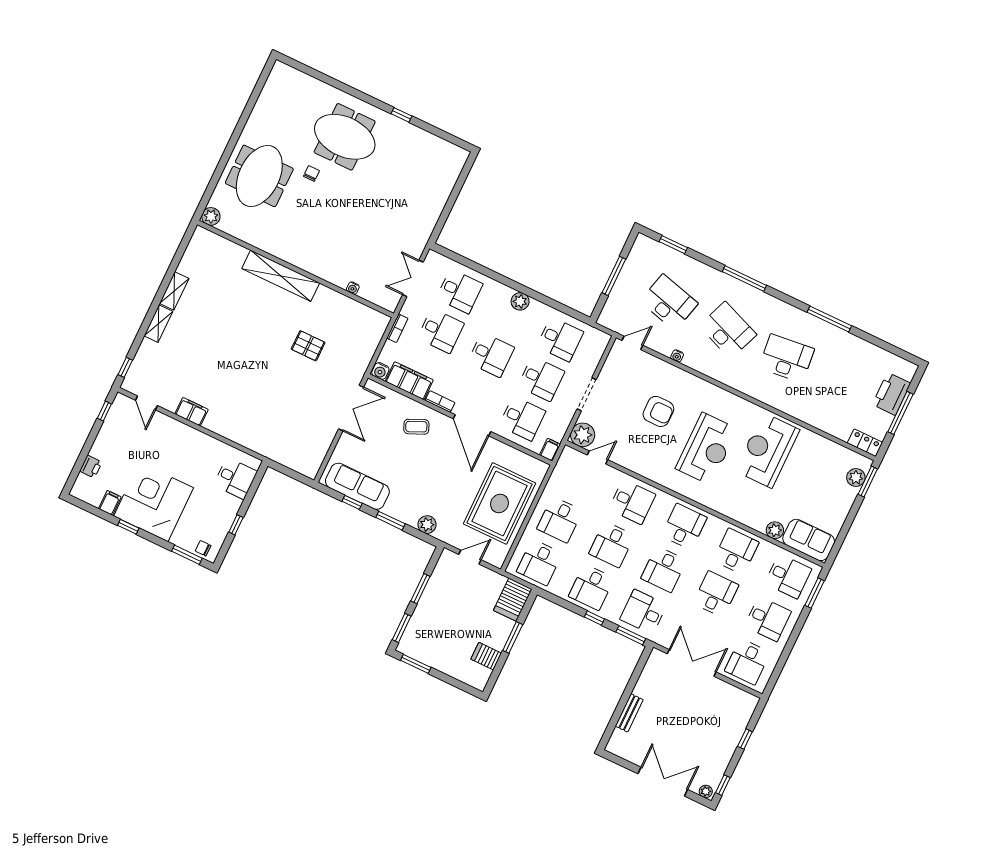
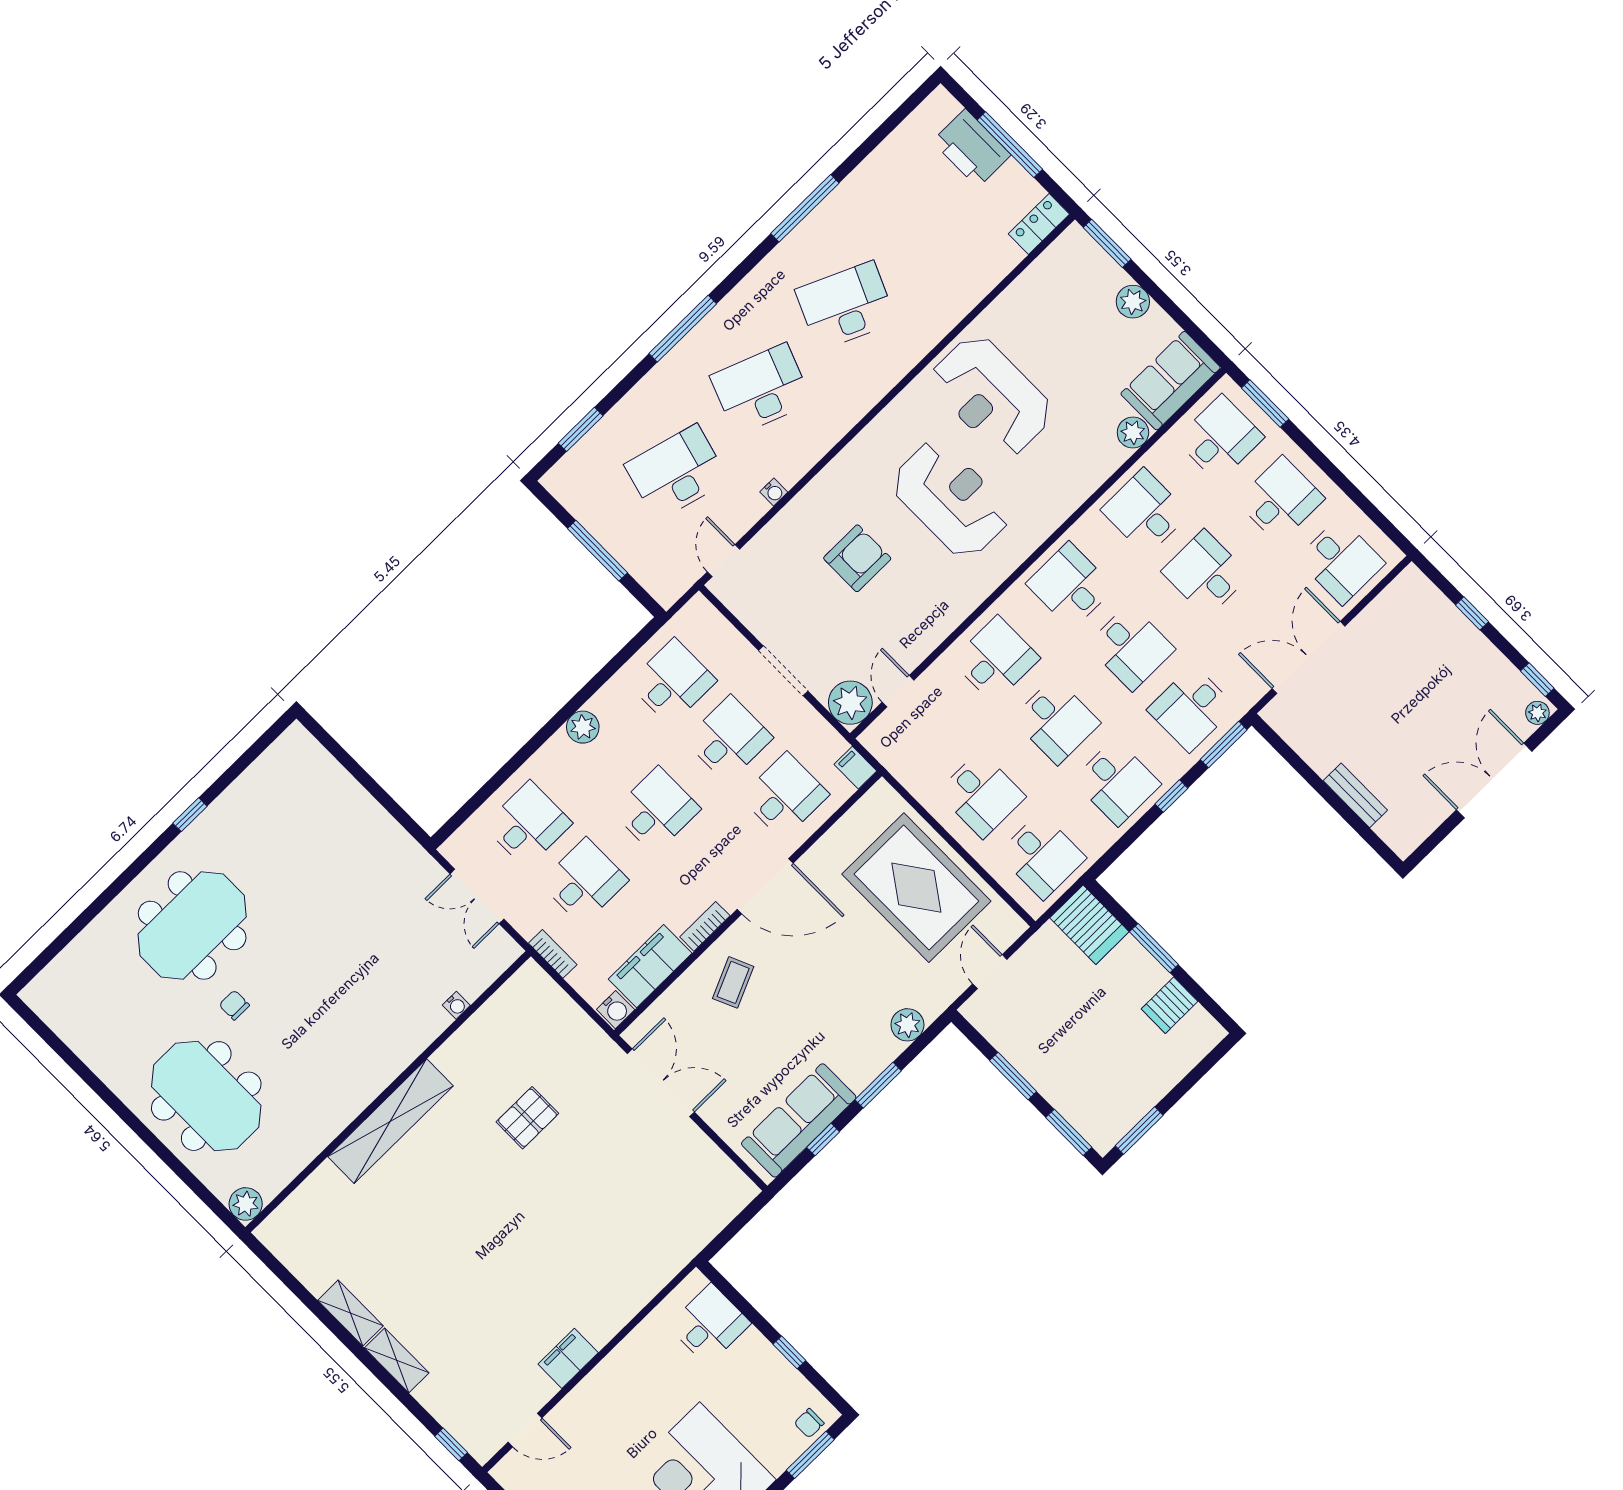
desk: (787, 358) -> (846, 306), turned 30
plant: (856, 478) -> (1133, 302), moved

